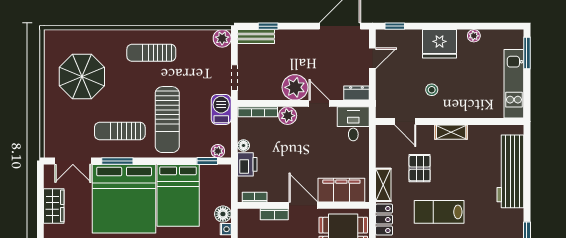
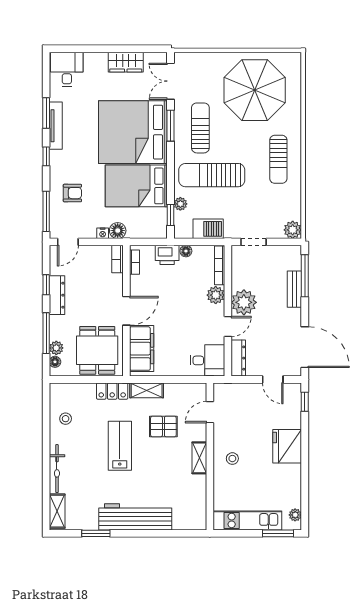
window: (268, 26) -> (305, 276), width x2.17
bench: (256, 36) -> (294, 289), moved
plant: (474, 36) -> (295, 515), moved
sun lounger: (151, 53) -> (278, 159), turned 180
parasol: (82, 77) -> (255, 90), width x1.36, depth x1.36
stool: (432, 90) -> (232, 459), moved
dresser: (356, 93) -> (238, 358), width x1.44
barbecue: (221, 109) -> (208, 229), moved
plant: (218, 151) -> (180, 204), moved
workbench: (510, 171) -> (135, 517), moved
bookcase: (274, 214) -> (117, 259), moved

